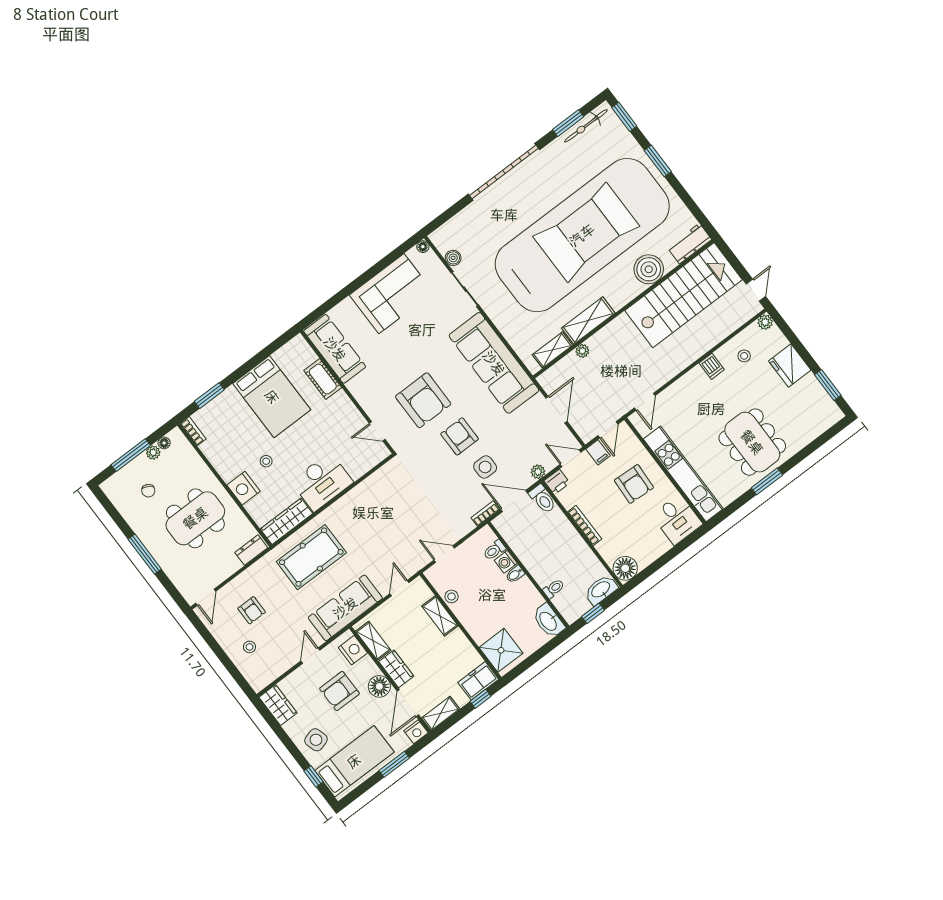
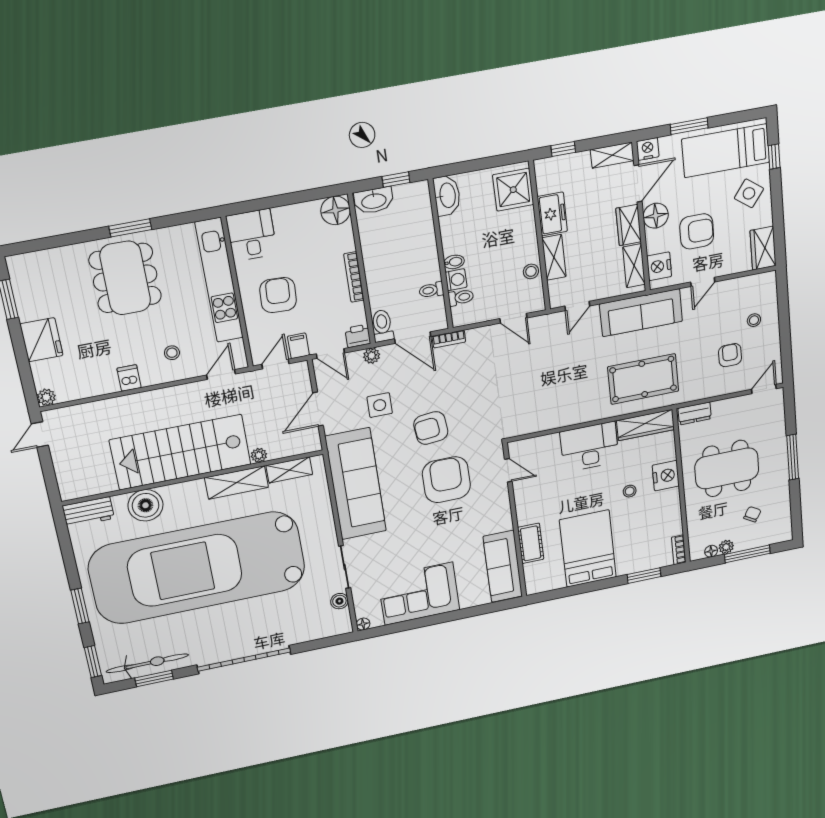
bicycle: (586, 126) -> (147, 663), width x1.37, depth x1.40
stairs: (683, 295) -> (180, 452), moved
stool: (744, 356) -> (172, 353), moved
armchair: (460, 436) -> (431, 428), turned 84
side table: (485, 467) -> (380, 405), moved
toilet: (554, 589) -> (431, 290), moved
freezer: (478, 681) -> (552, 214), moved, turned -90
side table: (316, 740) -> (749, 193), turned -36

